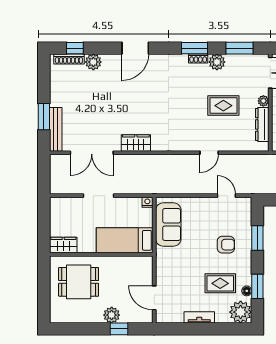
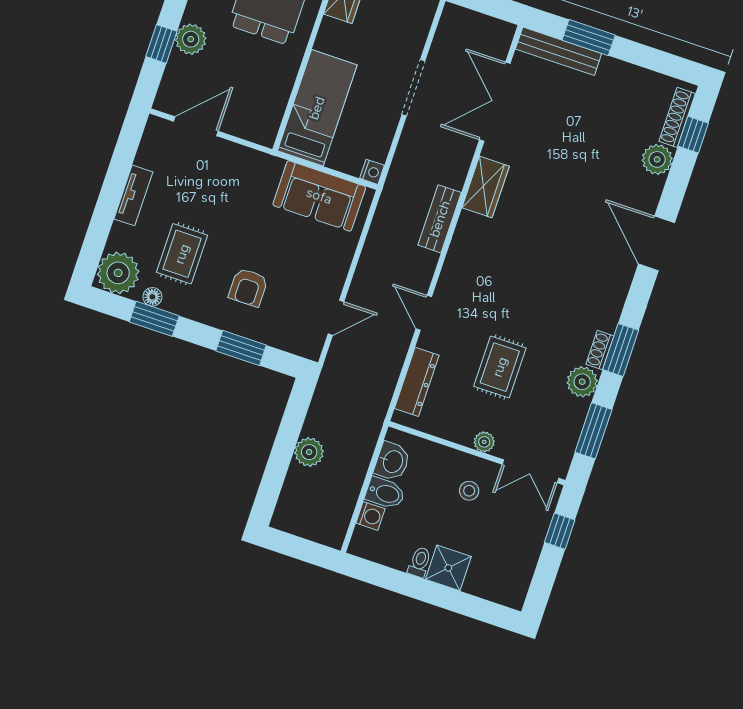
dresser: (262, 124) -> (417, 382), moved, turned 90
bench: (160, 161) -> (440, 219), added

